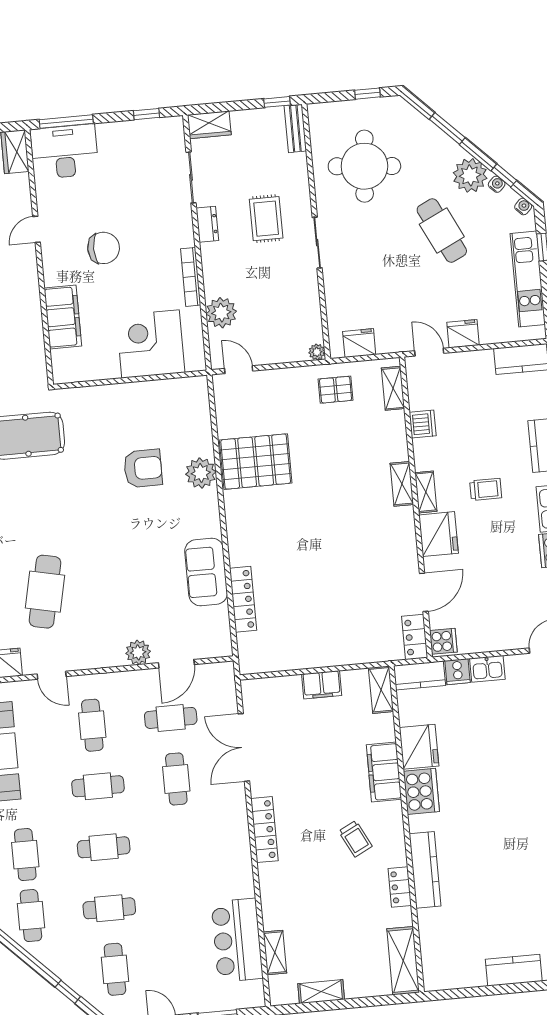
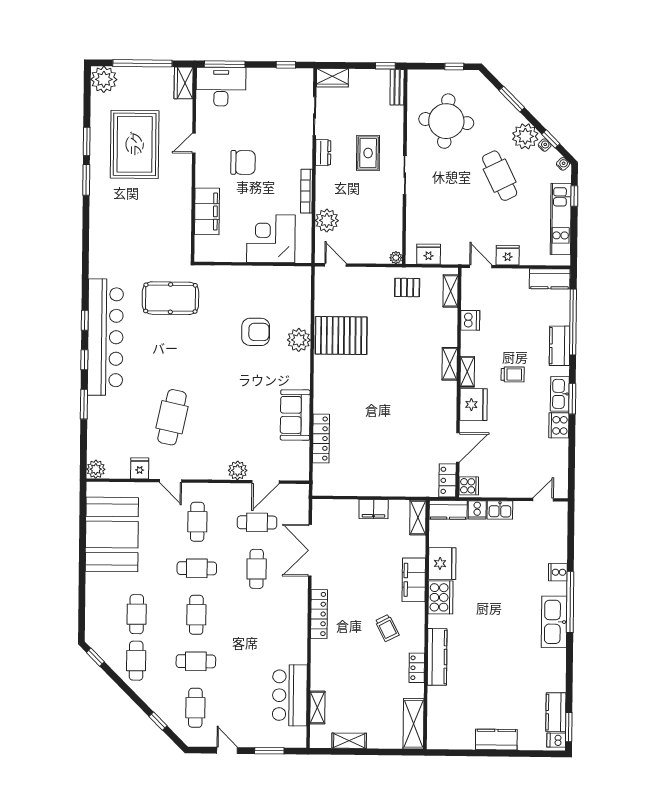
cafe table: (104, 847) -> (196, 615), turned 90

